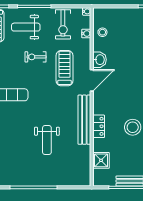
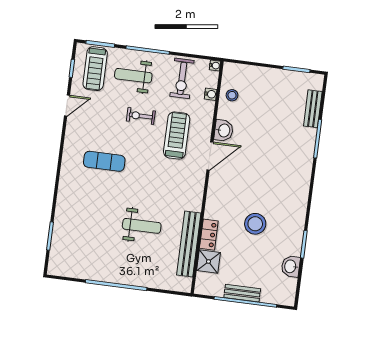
bench: (84, 120) -> (189, 244), moved
locker: (99, 126) -> (209, 235), moved
weight bench: (47, 140) -> (142, 226), turned -90

